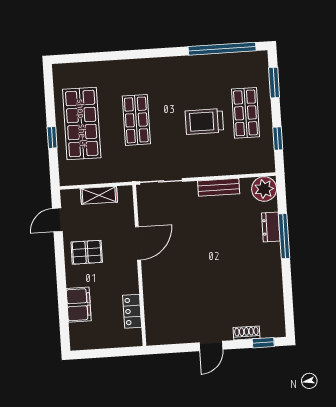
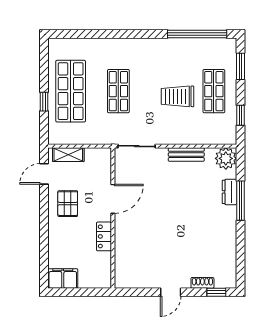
shelving: (99, 195) -> (68, 155), moved
pallet: (87, 252) -> (68, 204), turned 90
filing cabinet: (79, 305) -> (63, 278), moved, turned -90
locker: (132, 311) -> (104, 236), moved

